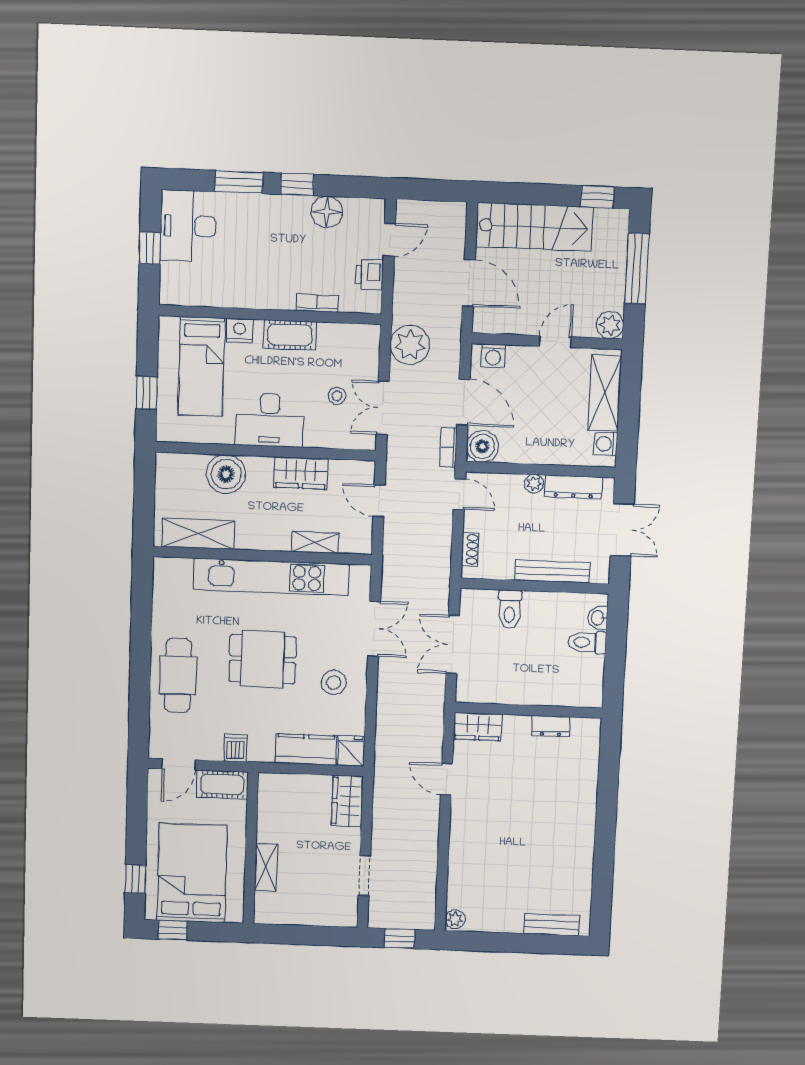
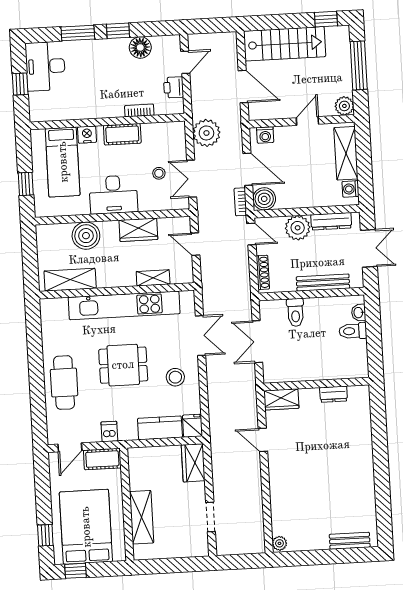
plant: (534, 484) -> (298, 228), width x1.88, depth x1.88
shoe rack: (470, 549) -> (263, 272), width x1.43
shelving: (266, 867) -> (142, 517), width x1.50, depth x1.33
window: (399, 939) -> (241, 562), removed

